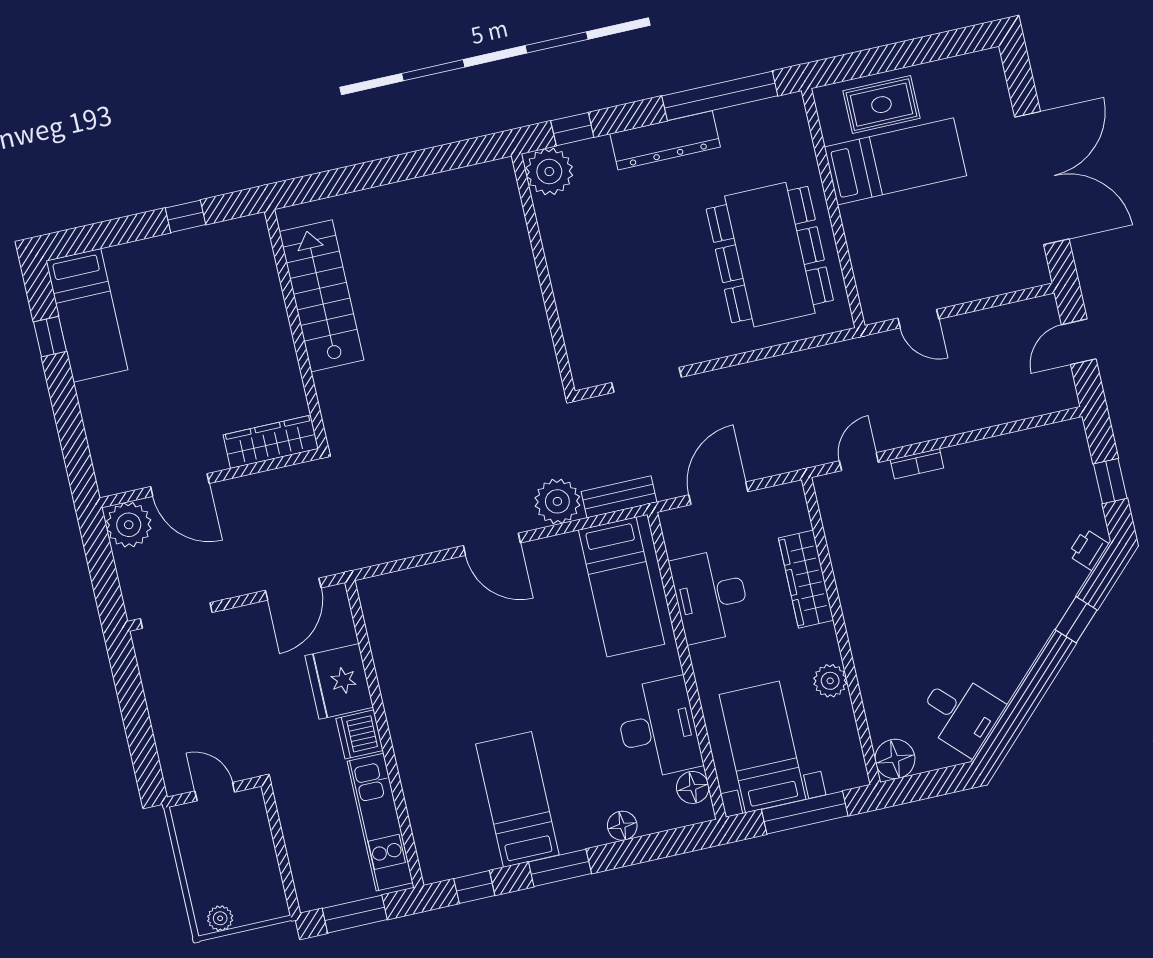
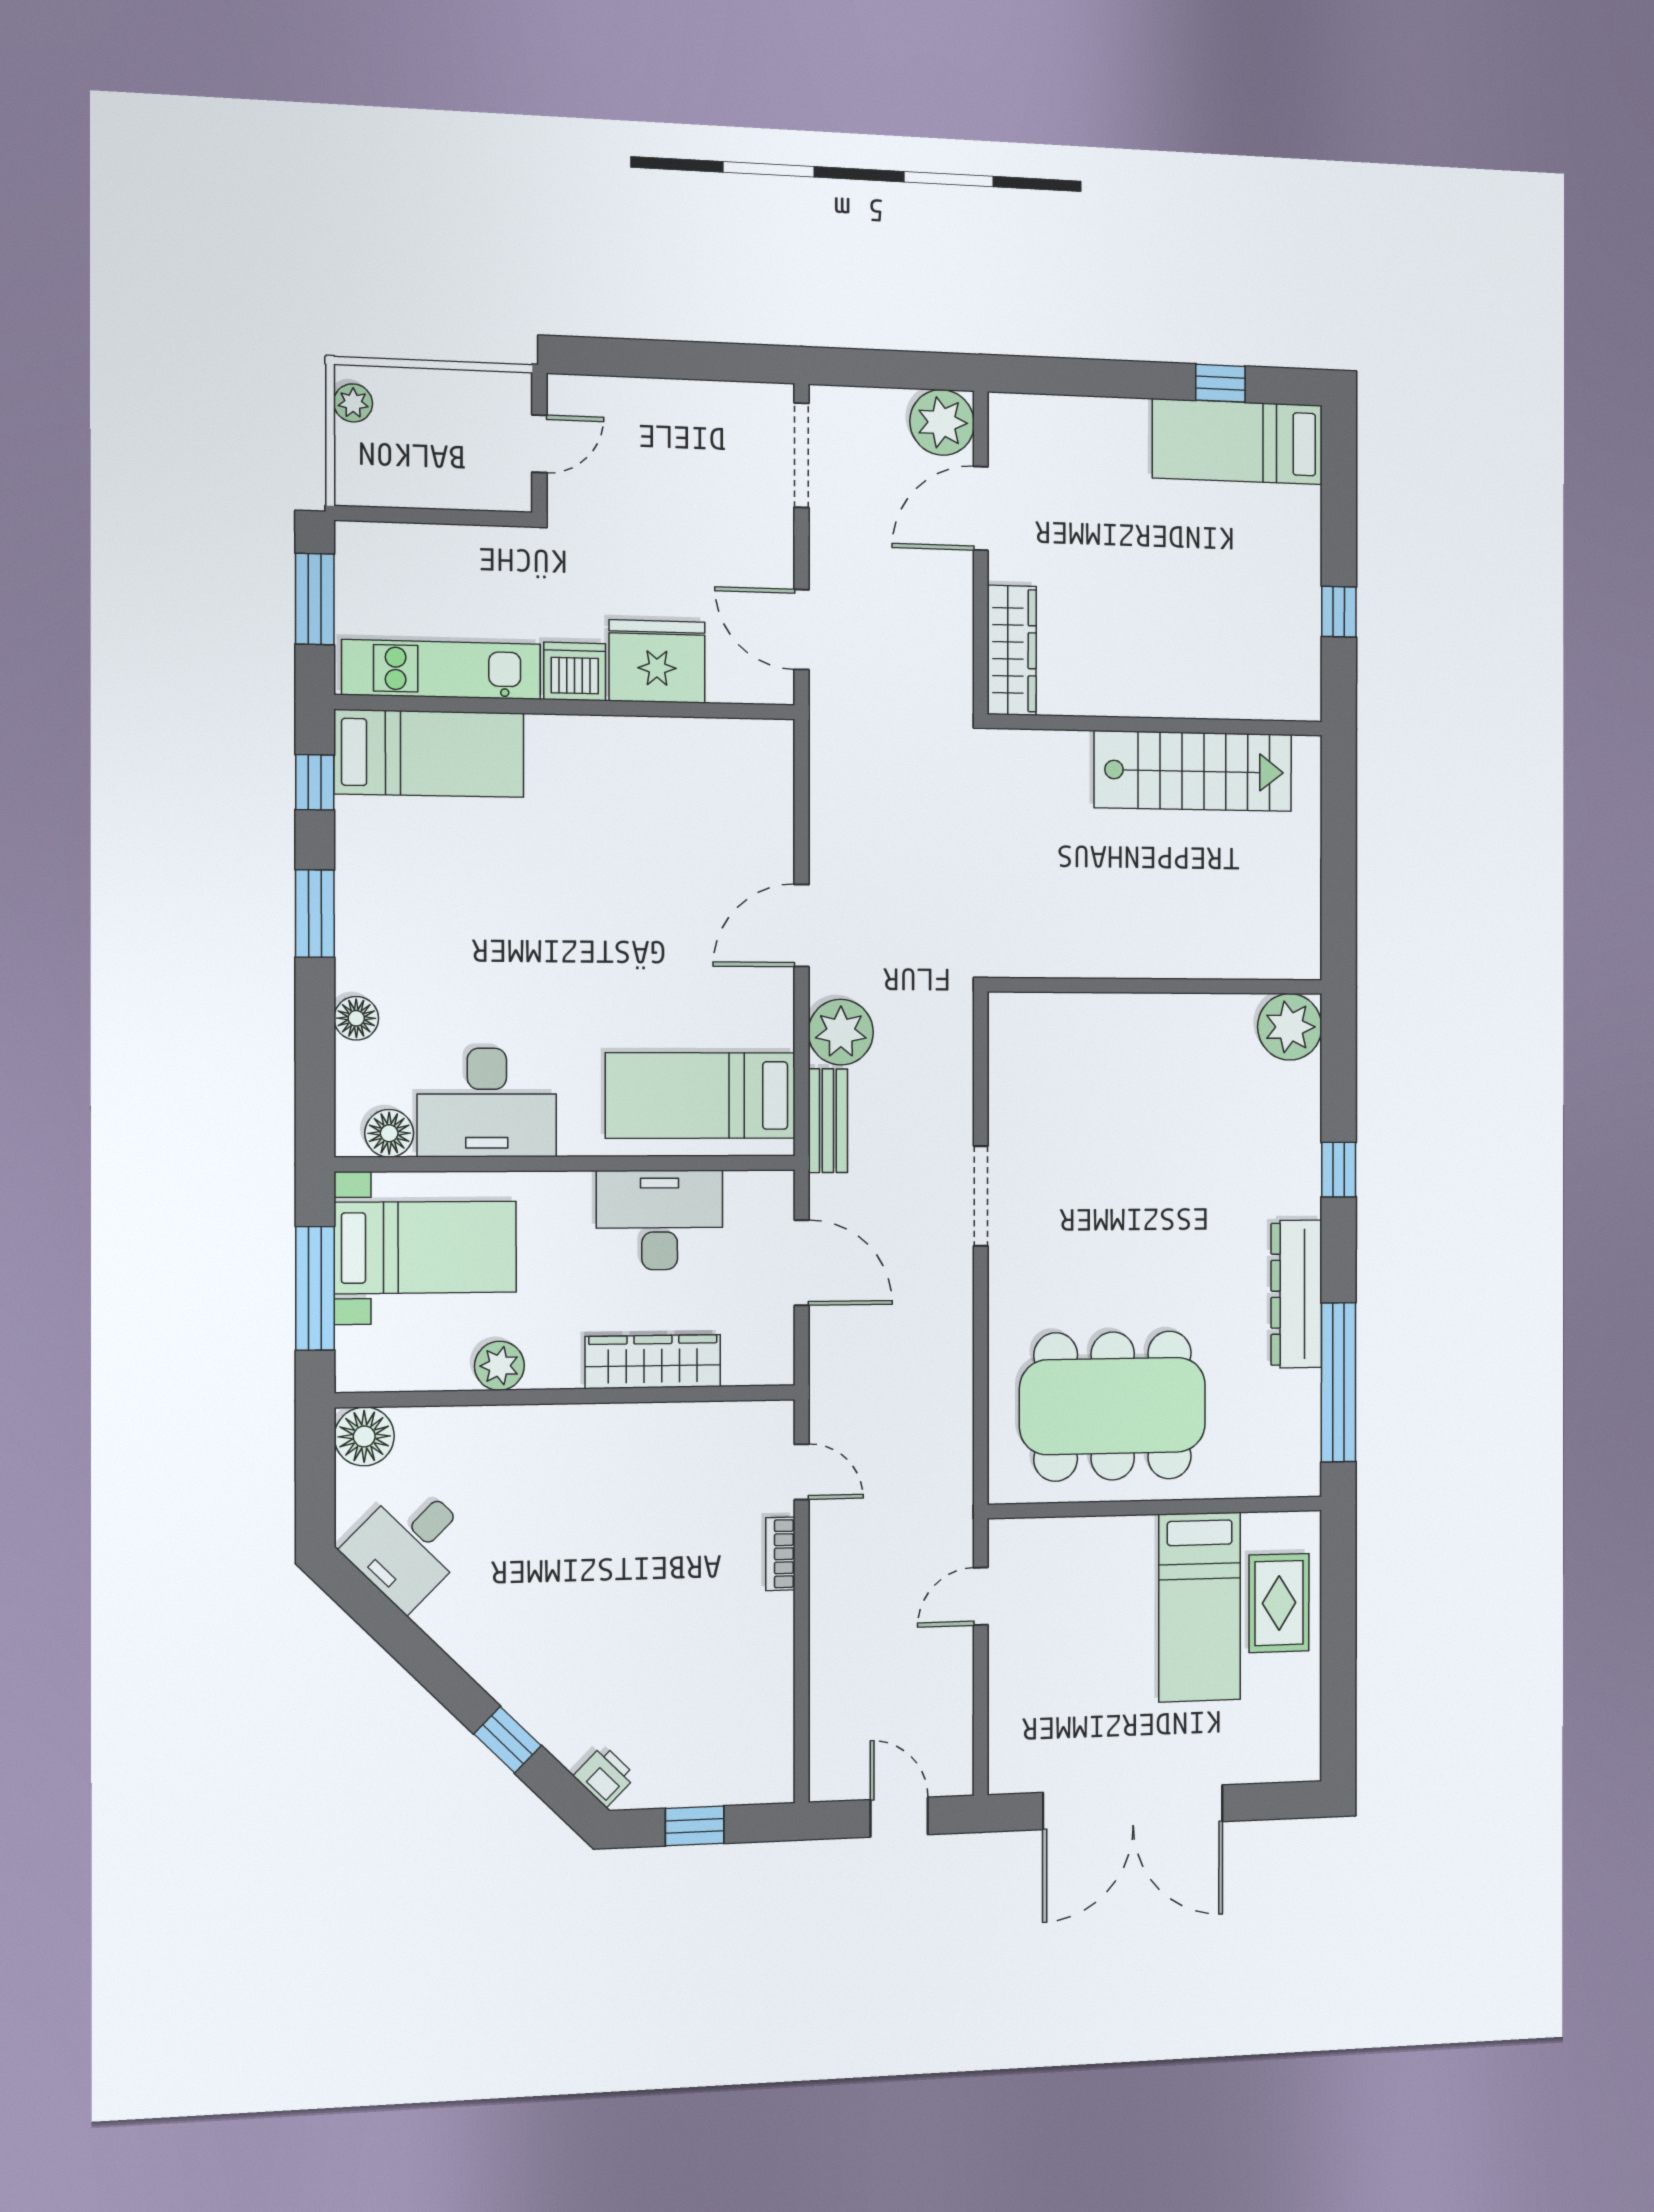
plant: (549, 171) -> (1290, 1027), moved
wall: (543, 273) -> (1156, 986), moved
bed: (517, 799) -> (429, 753), moved

